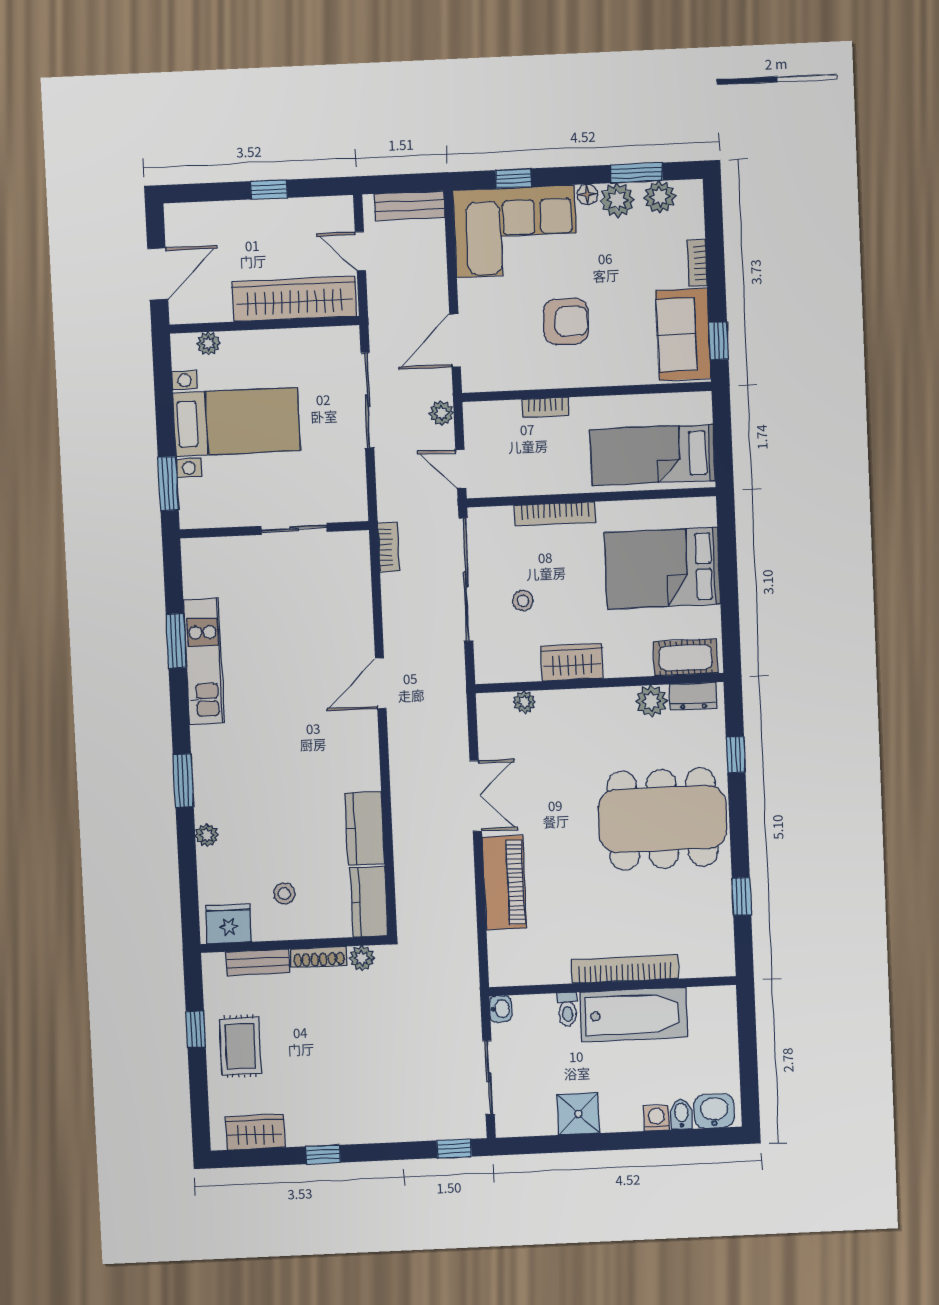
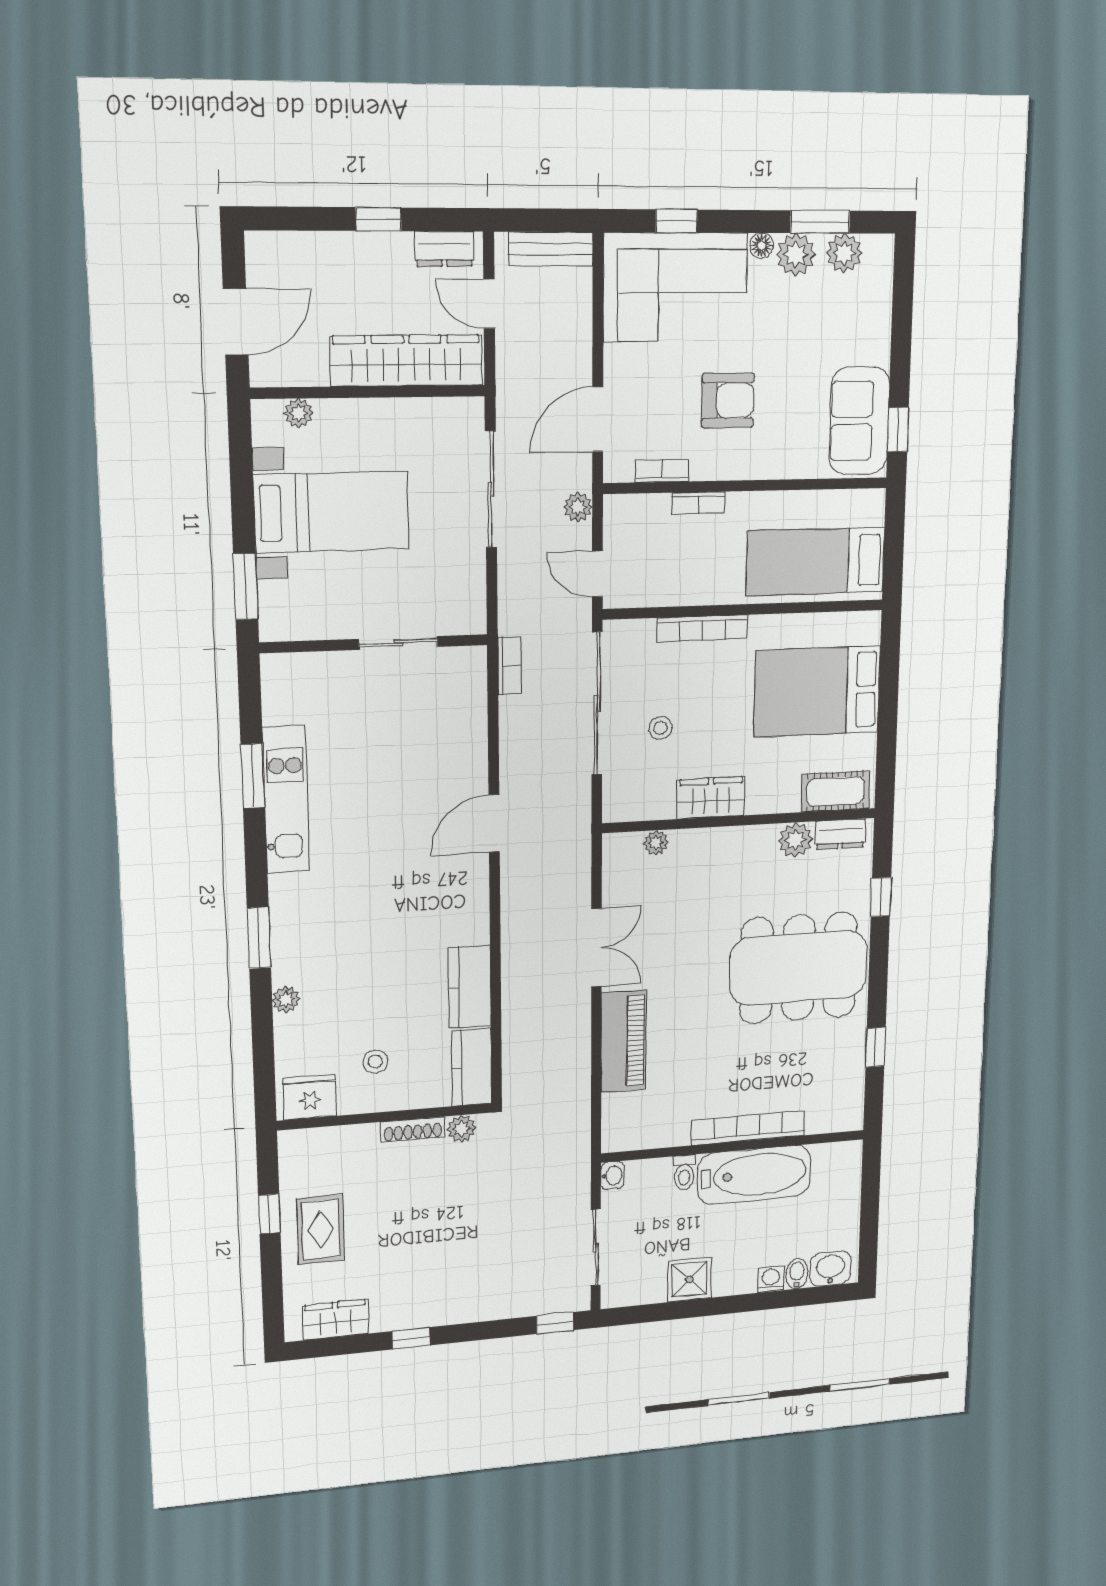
dresser: (322, 210) -> (444, 249), added
bookcase: (697, 263) -> (662, 471), moved, turned 90
bench: (257, 962) -> (342, 1138), removed

